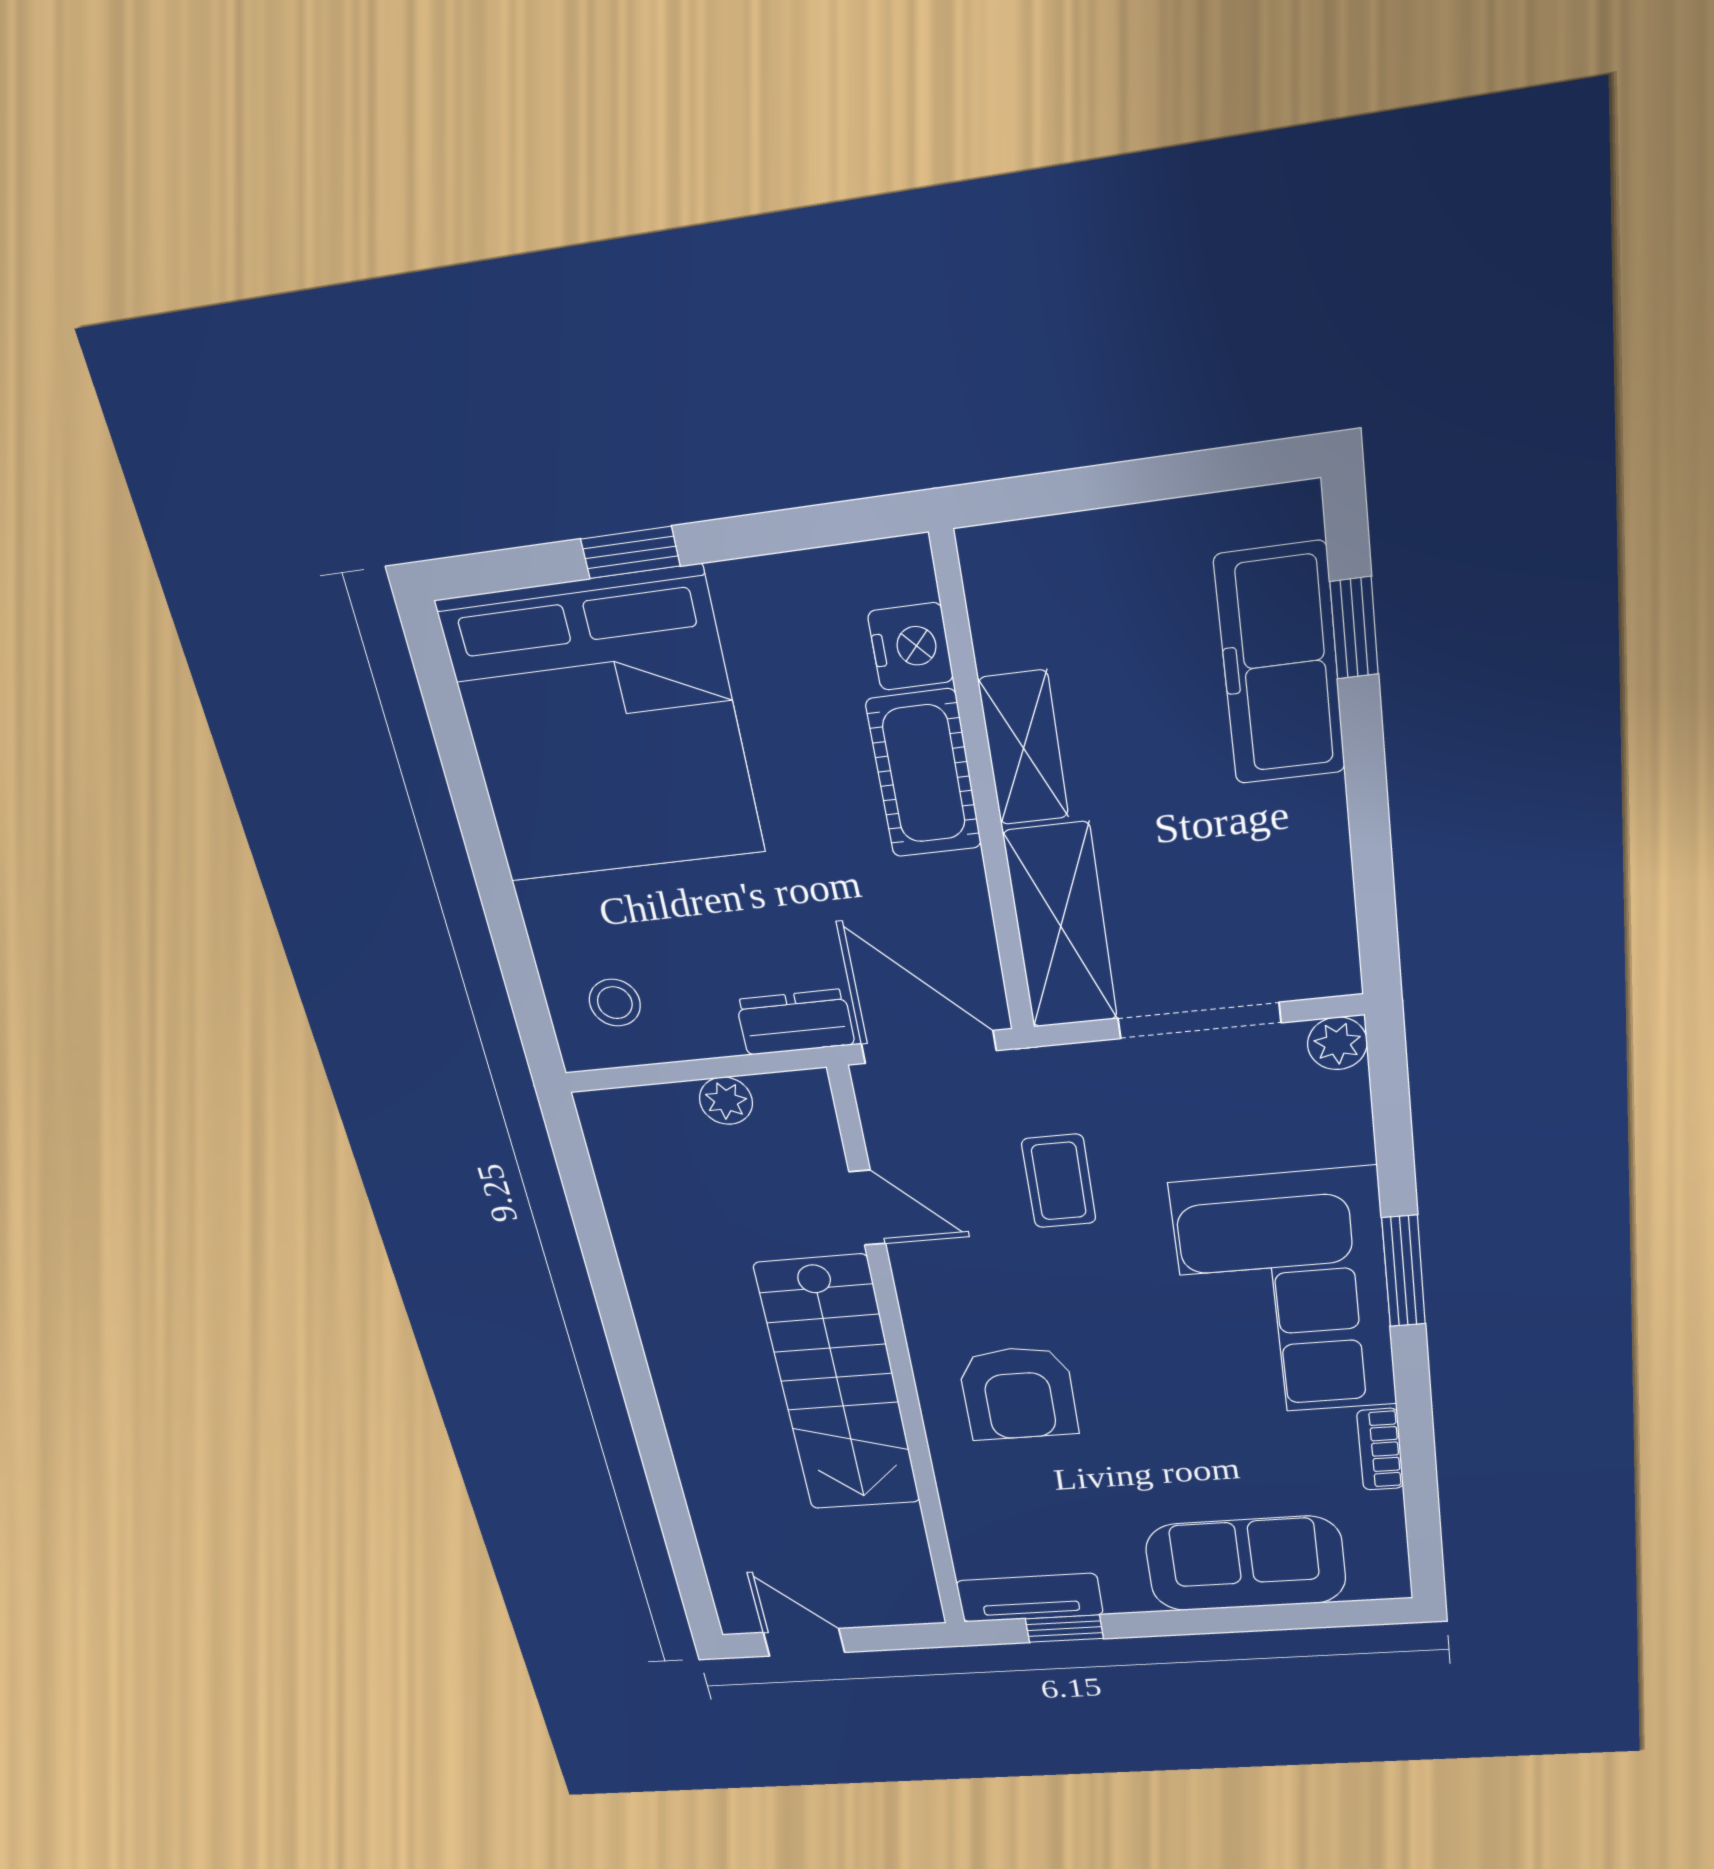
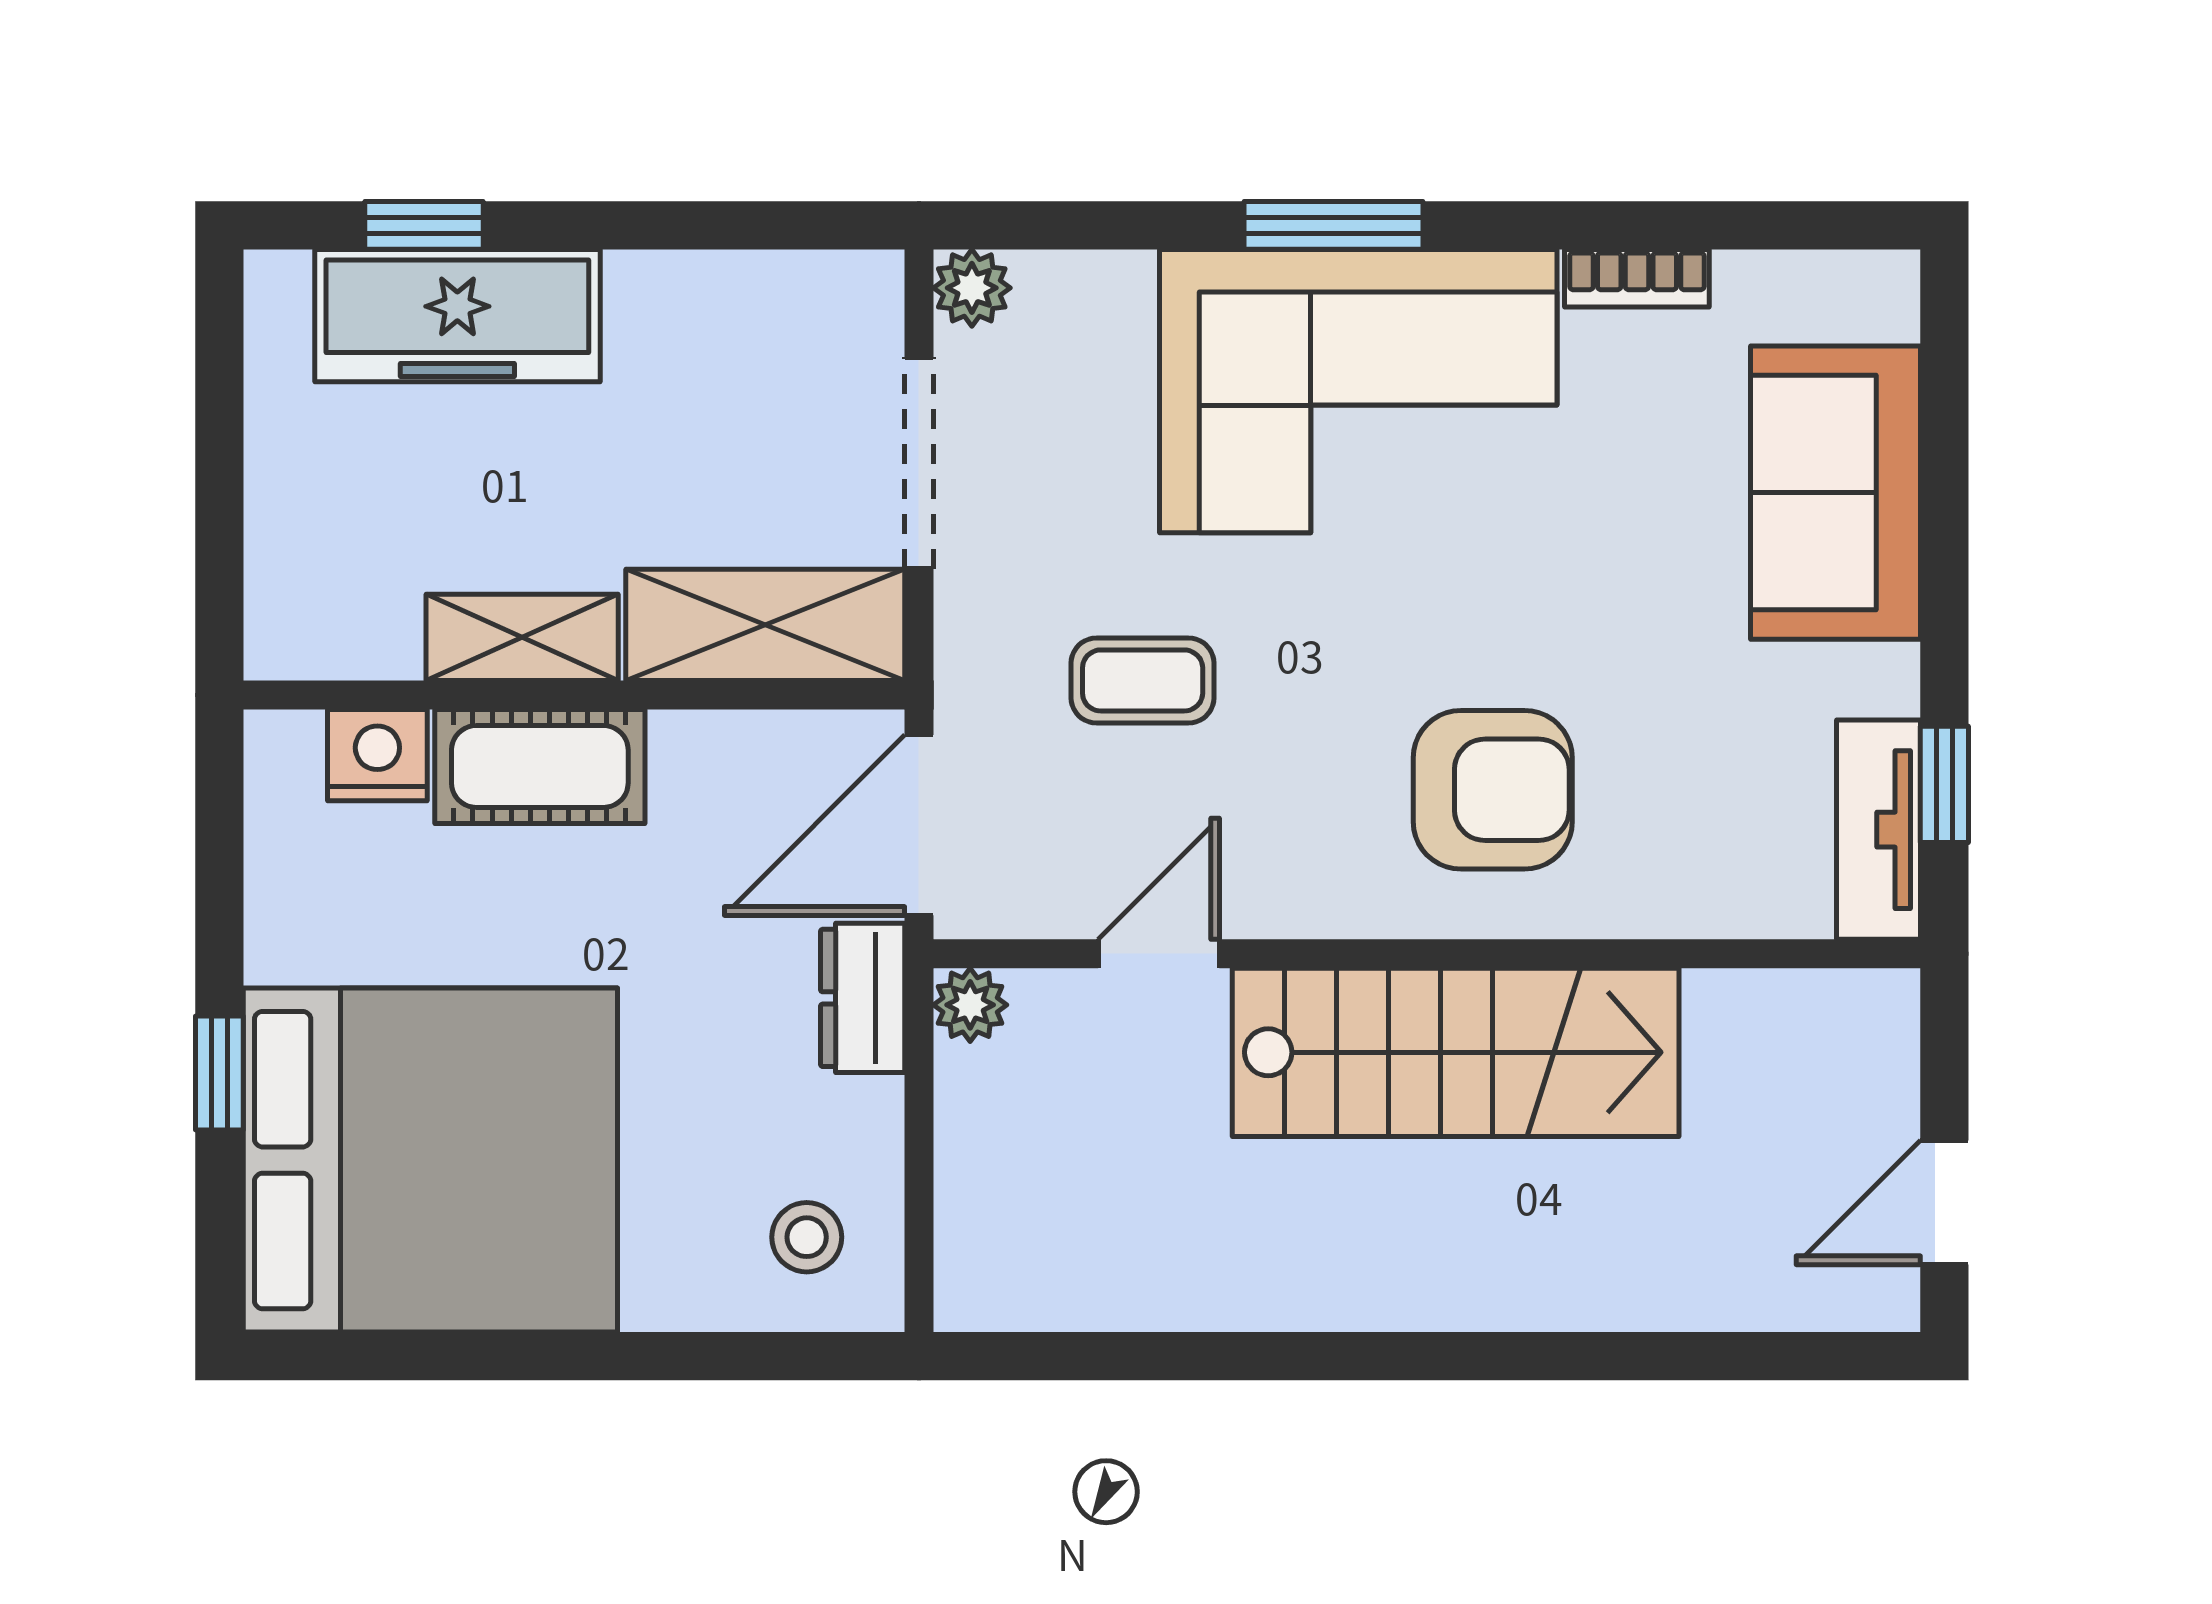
plant: (726, 1101) -> (970, 1005), moved

